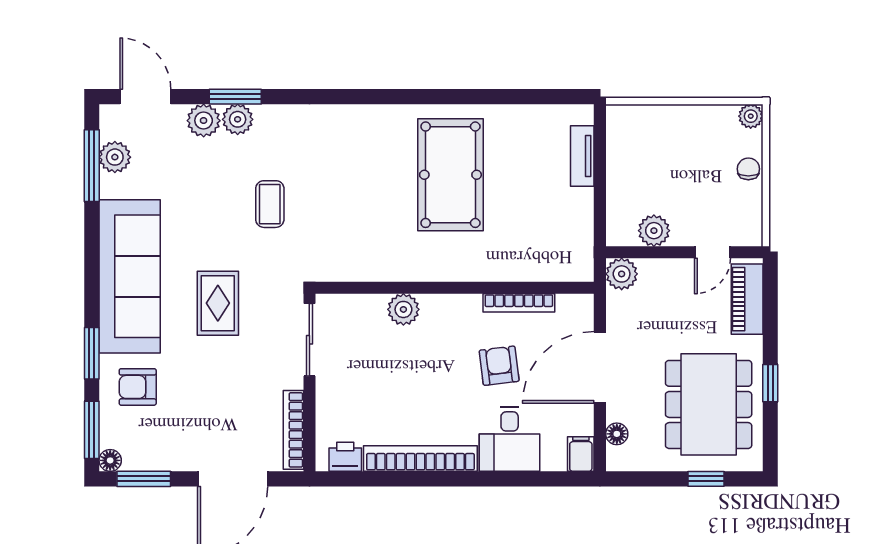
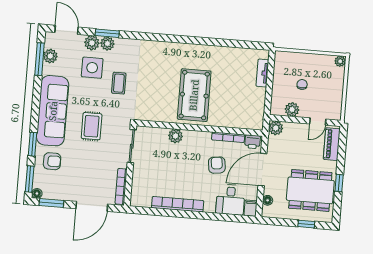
chair: (748, 169) -> (302, 84), moved
side table: (209, 175) -> (92, 68), added
pool table: (450, 175) -> (194, 95), moved
armchair: (138, 387) -> (52, 161), turned 180
dining table: (709, 404) -> (310, 190), turned 90
desk: (510, 439) -> (230, 200), moved
printer: (345, 457) -> (253, 142), moved, turned 180

